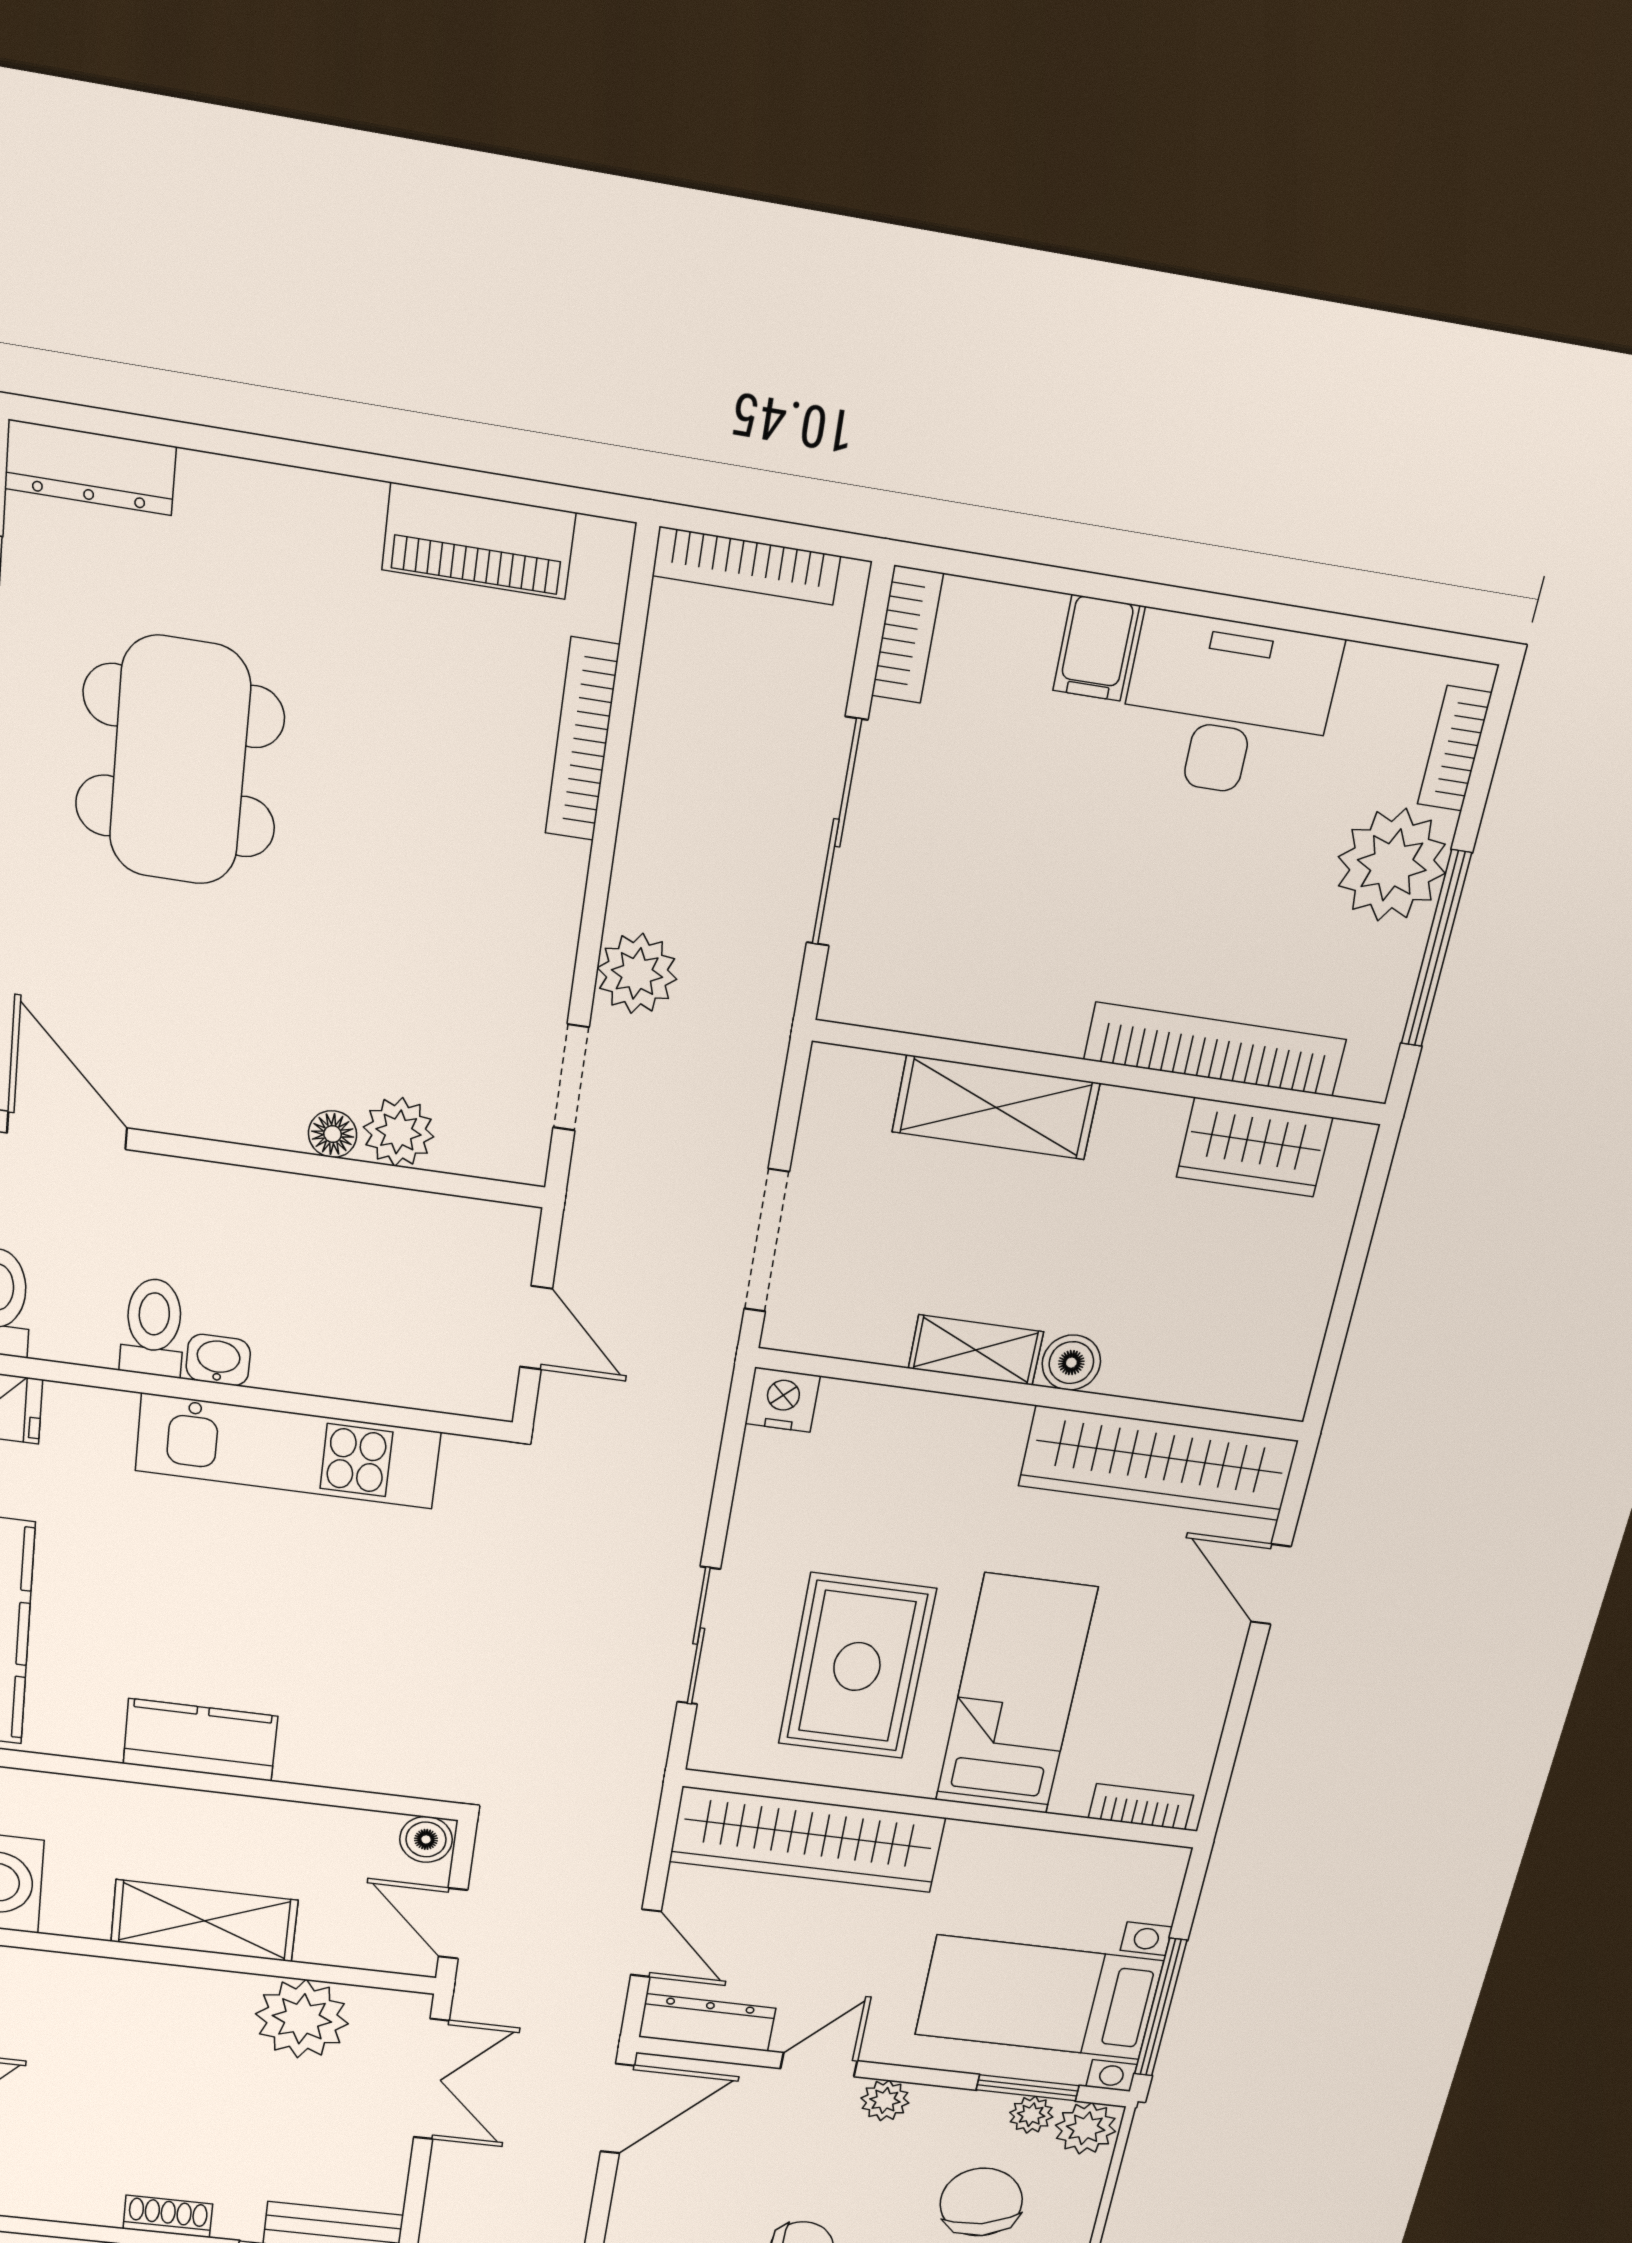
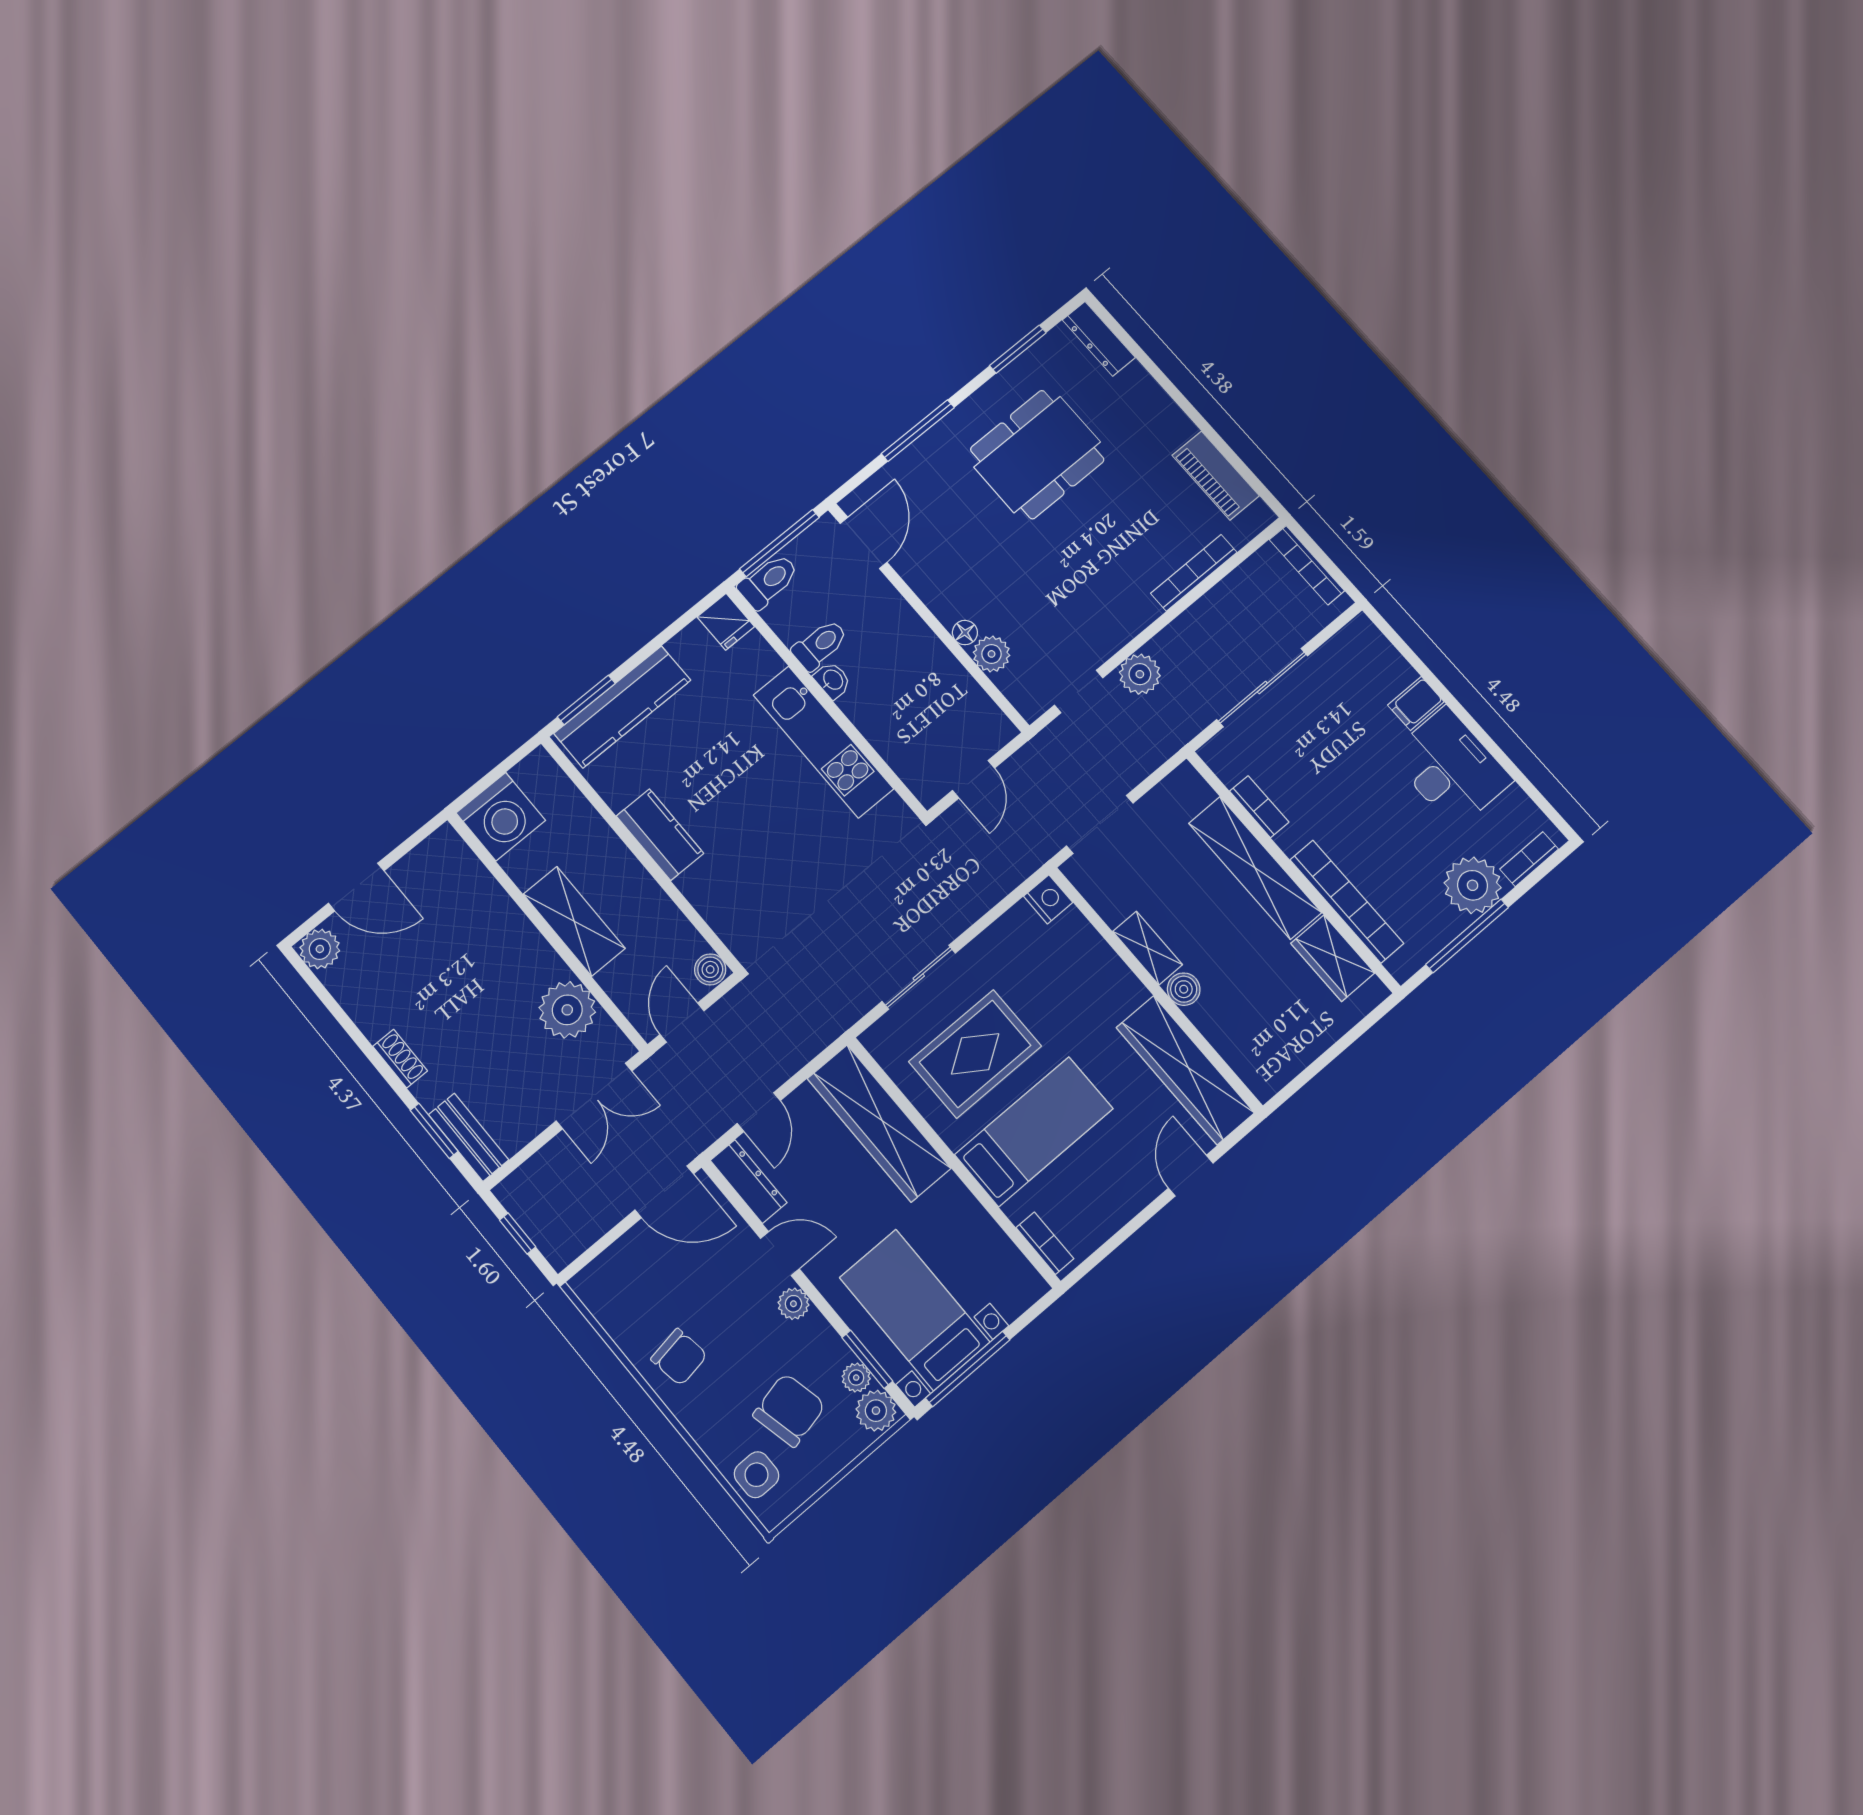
bookcase: (907, 635) -> (1259, 807), moved, turned -90
shelving: (996, 1107) -> (1255, 868), width x1.47

